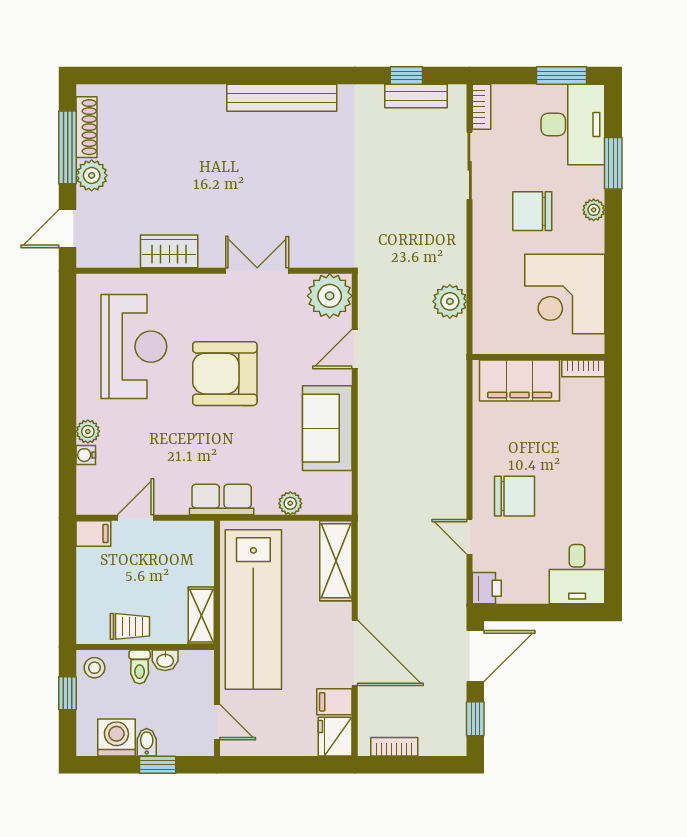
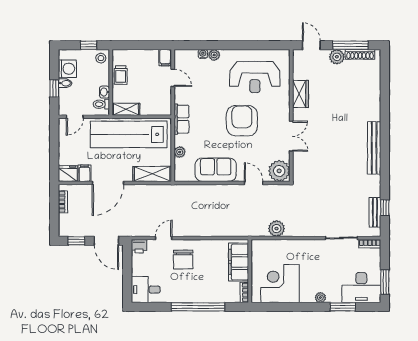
chair: (532, 211) -> (320, 268), removed
window: (613, 465) -> (198, 307), added
toilet: (140, 667) -> (101, 104), moved

